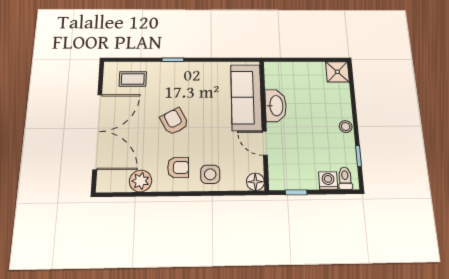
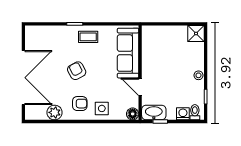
coffee table: (133, 79) -> (88, 37), moved
washbasin: (276, 106) -> (154, 113), moved, turned -90

